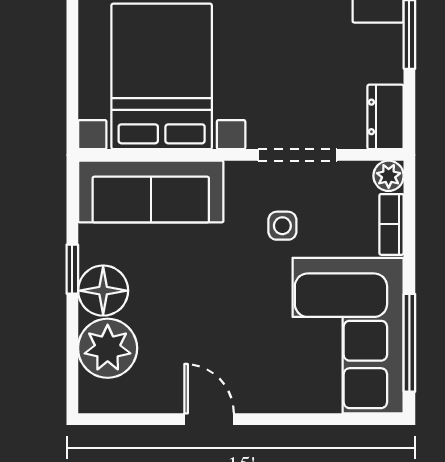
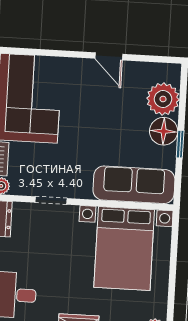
doorway: (298, 155) -> (51, 200), width x0.73
side table: (282, 226) -> (62, 162), removed

